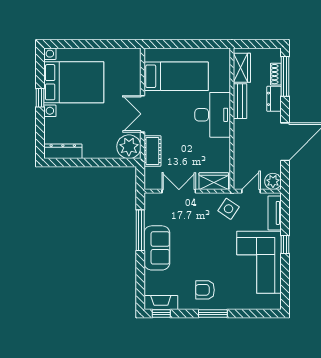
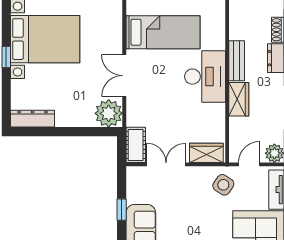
wardrobe: (242, 68) -> (239, 99), moved
cot: (152, 151) -> (136, 145), moved
window: (140, 230) -> (122, 210), width x0.46

